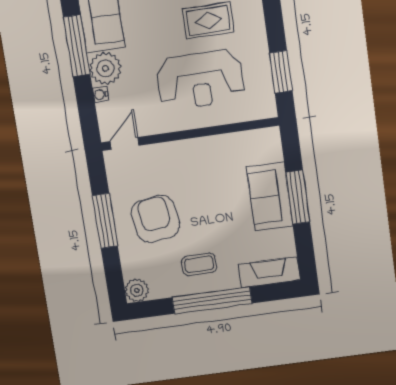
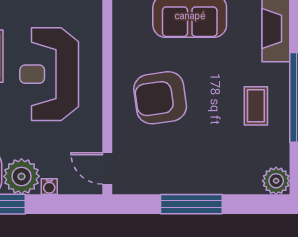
reception desk: (200, 80) -> (49, 74), turned 180
armchair: (155, 219) -> (160, 98), moved

